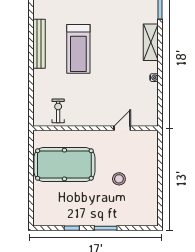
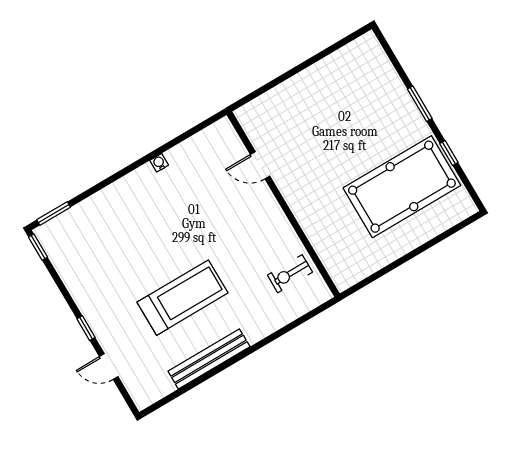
shelving: (151, 42) -> (111, 198), removed
pool table: (64, 165) -> (402, 187), moved, turned 90
stool: (119, 179) -> (337, 127), removed

